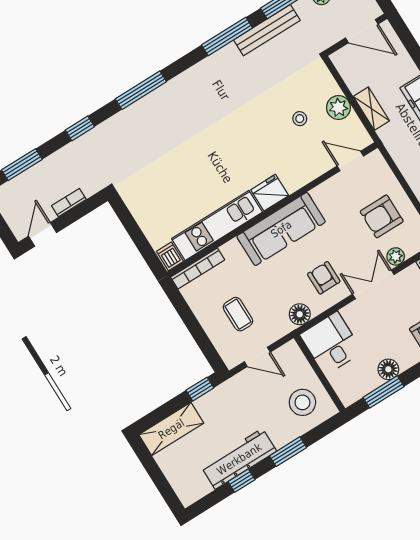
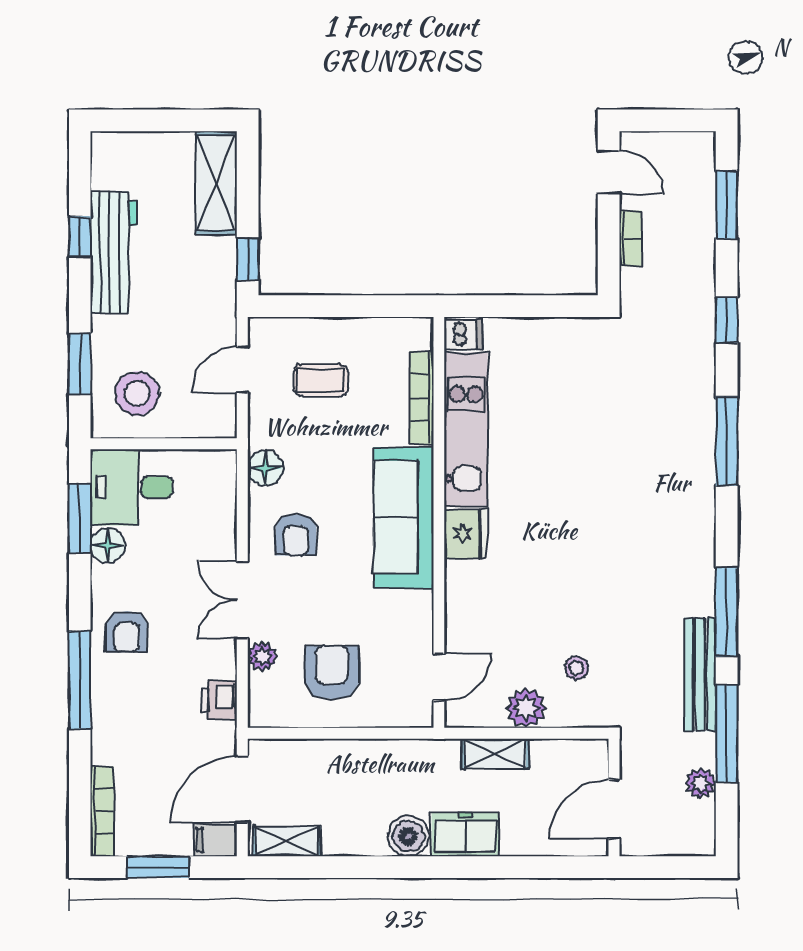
stool: (300, 119) -> (577, 668), moved
bookcase: (198, 268) -> (422, 398), moved
armchair: (324, 278) -> (296, 535), turned 90
double door: (373, 284) -> (242, 600), swing flipped
desk: (331, 343) -> (132, 487), moved, turned 180
window: (288, 452) -> (80, 364), moved

